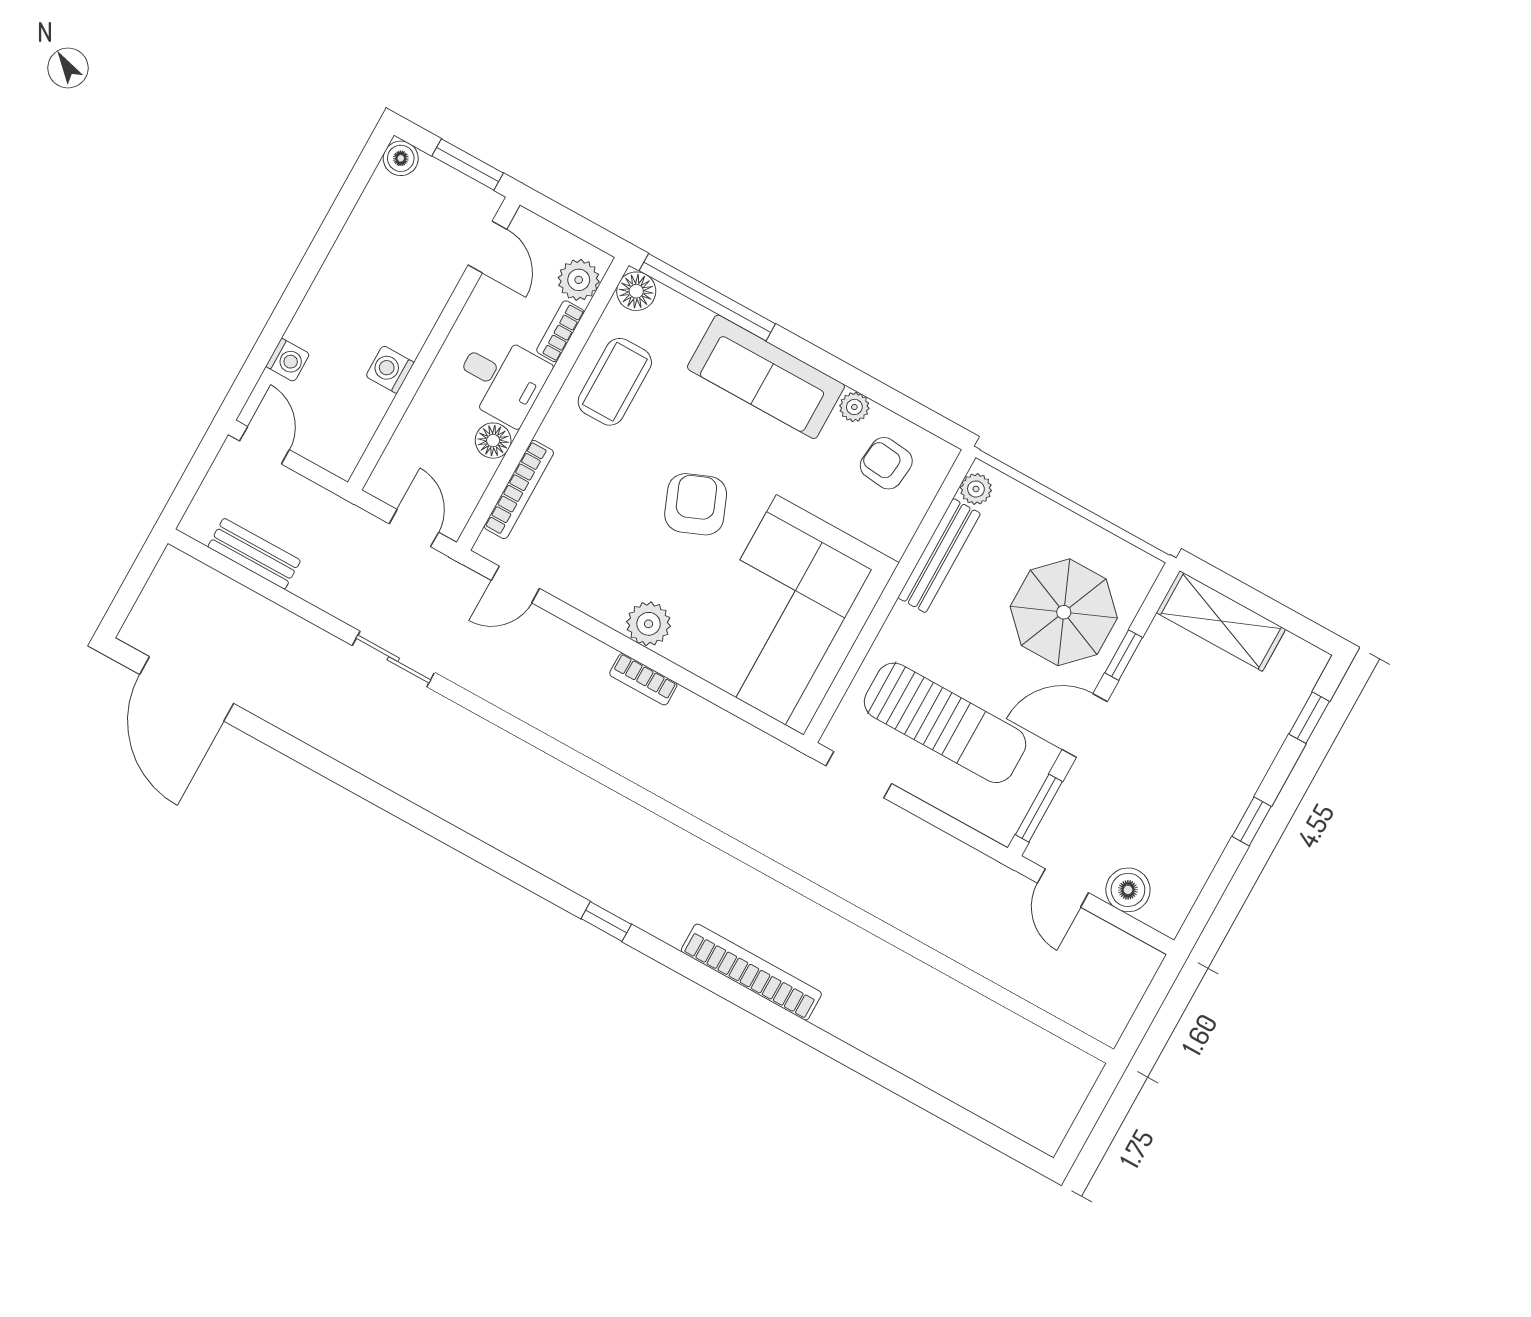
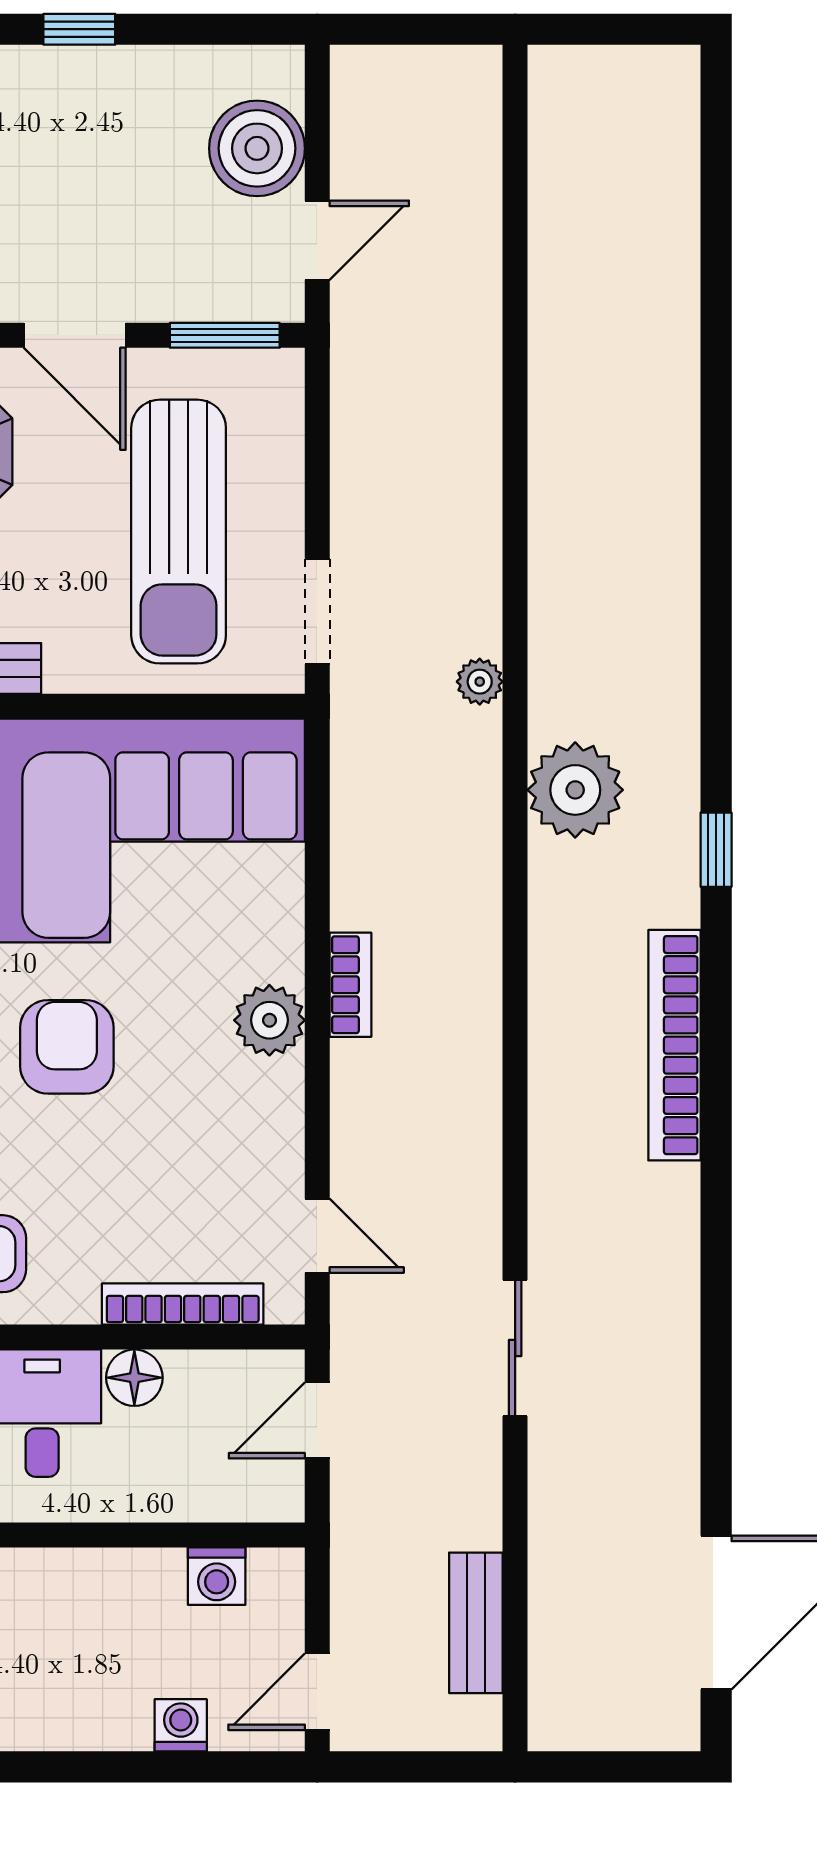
washing machine: (390, 369) -> (217, 1576), moved
armchair: (696, 504) -> (67, 1047), turned 112
sun lounger: (945, 723) -> (179, 532), turned 180
plant: (771, 843) -> (480, 682), added
plant: (682, 862) -> (575, 790), added
boiler: (1128, 890) -> (257, 148), width x1.37, depth x1.37
bookcase: (751, 972) -> (674, 1045), moved

